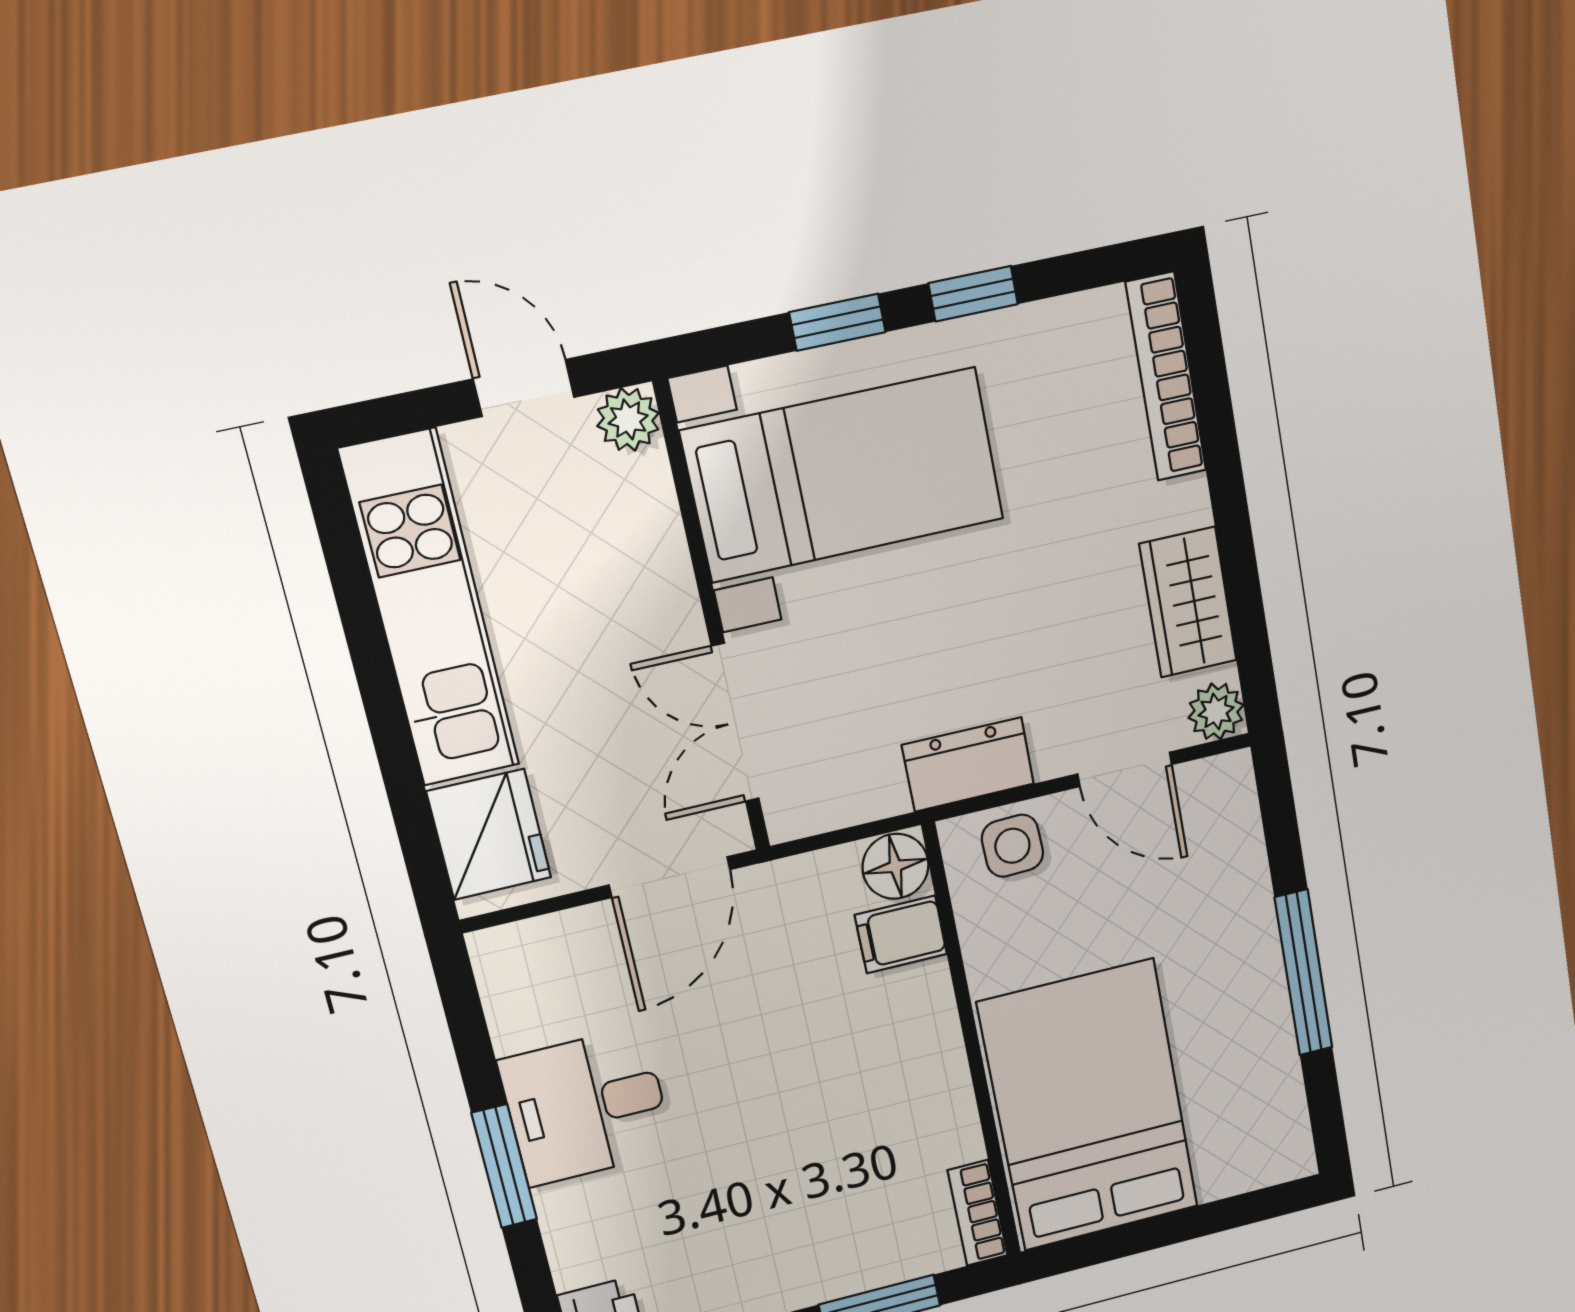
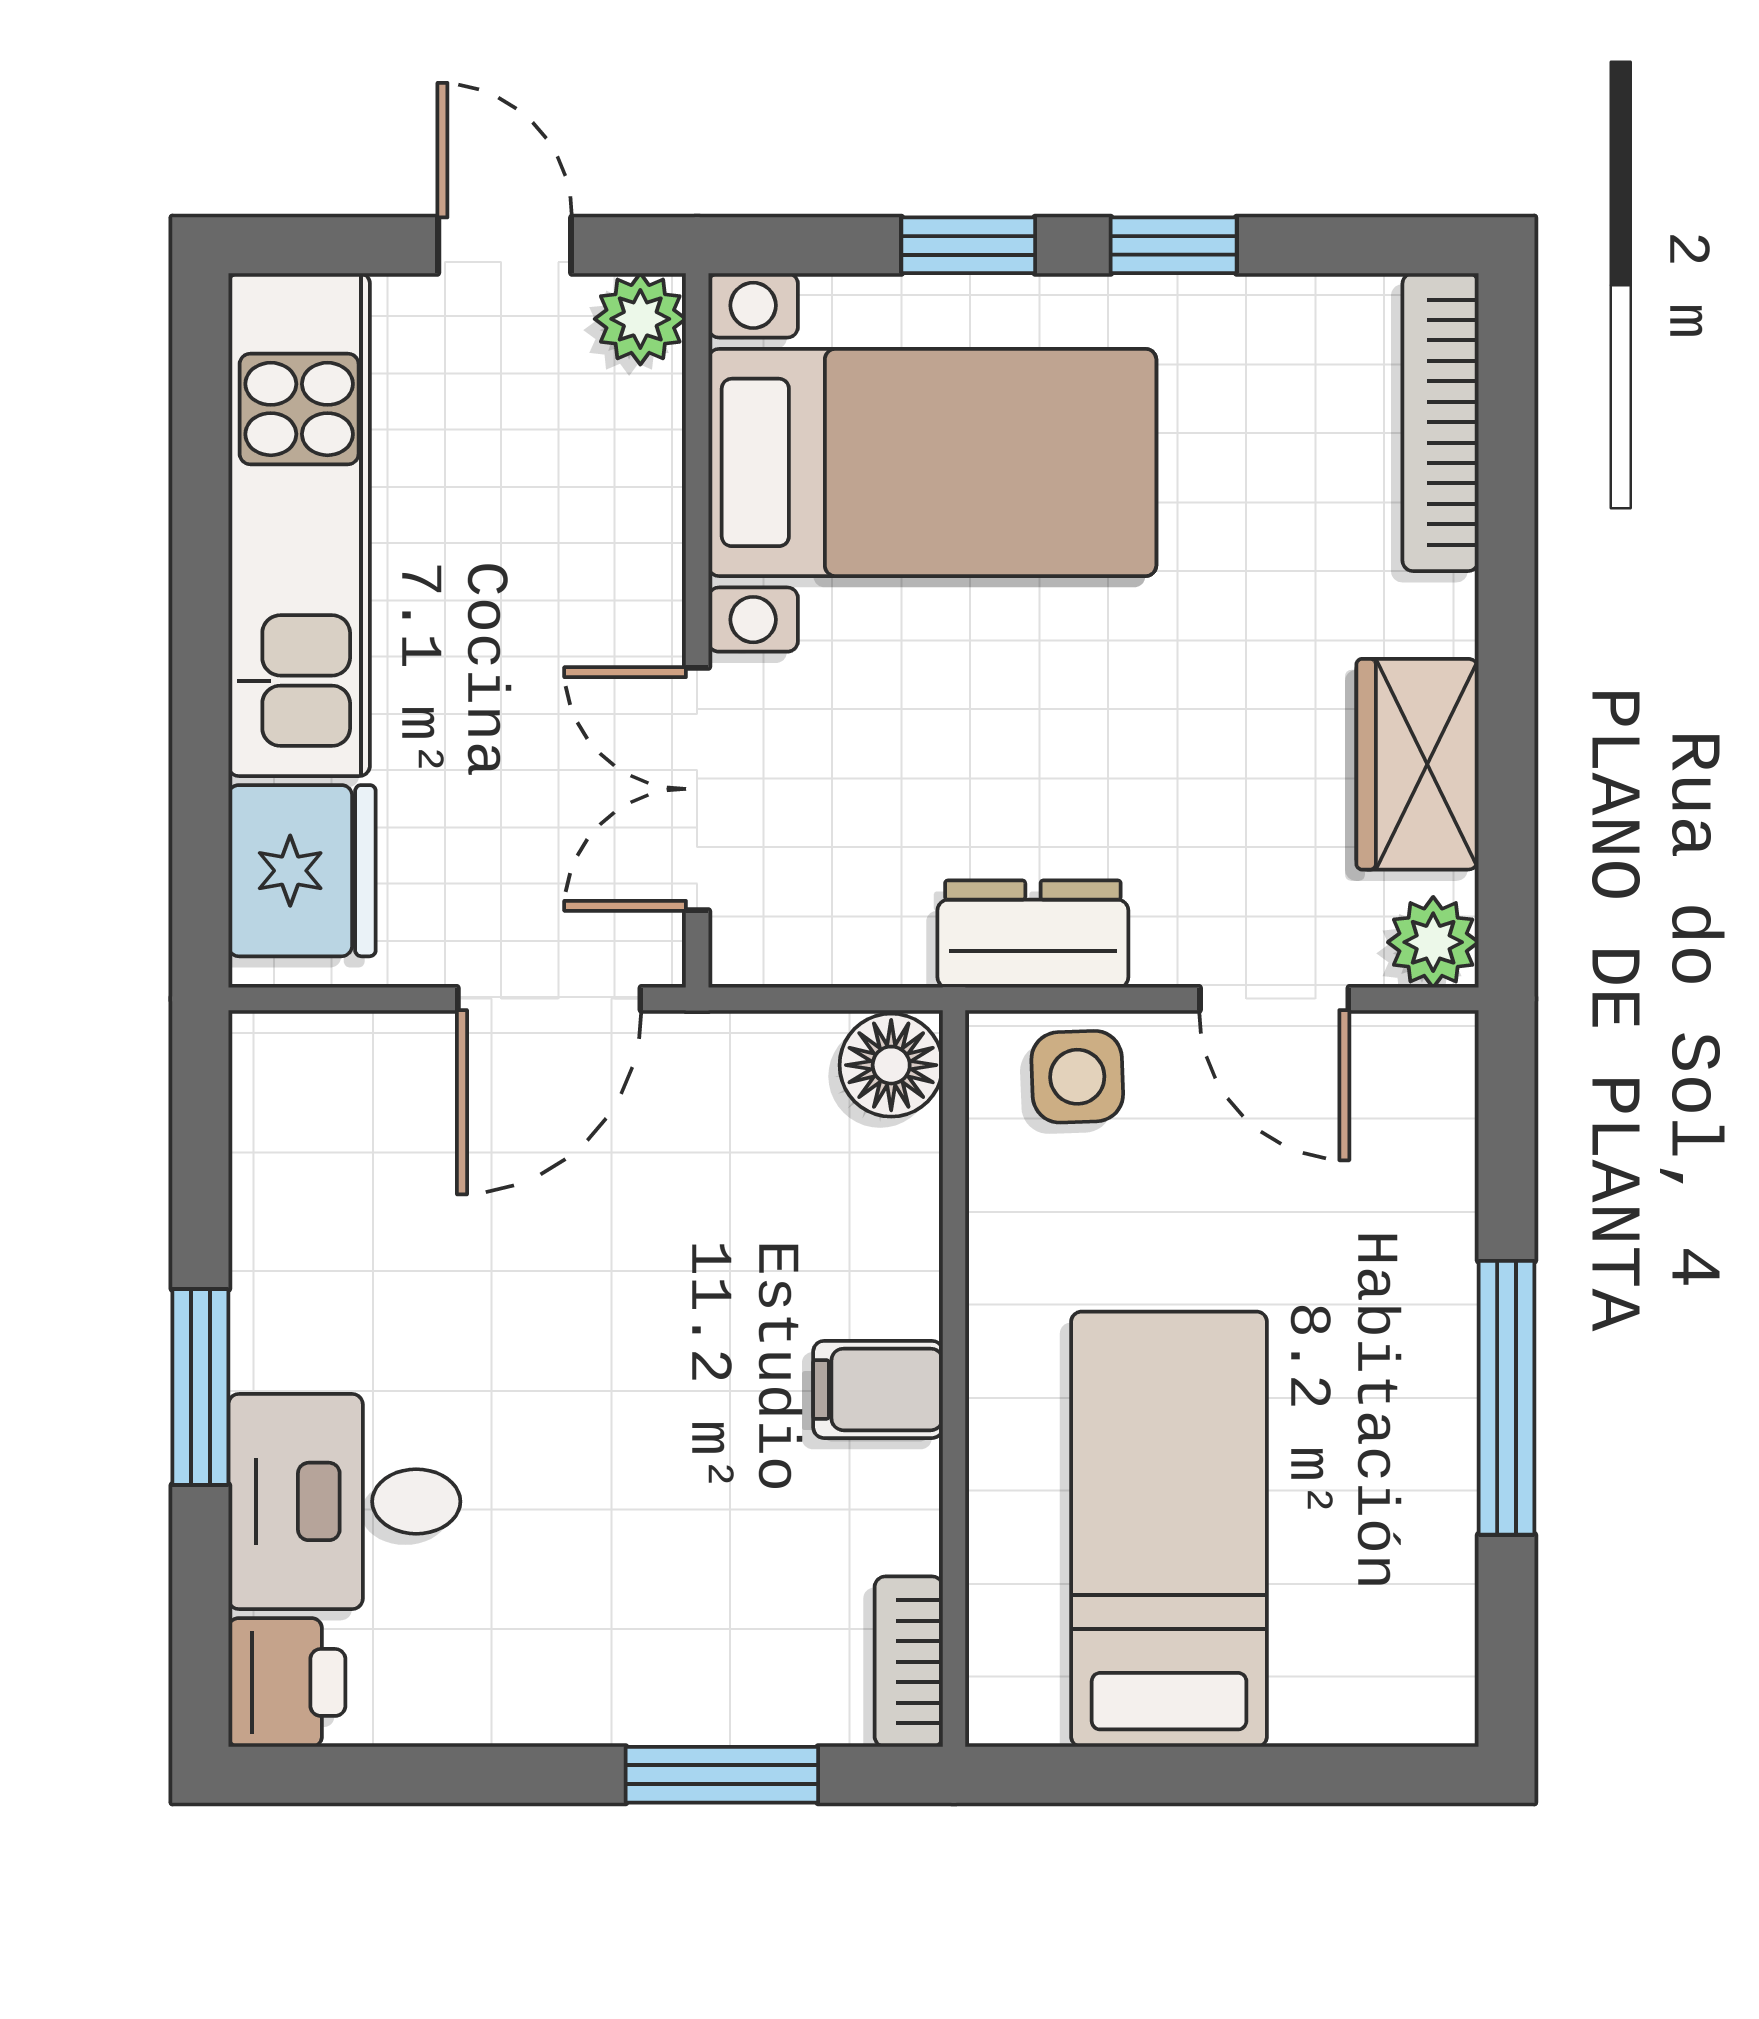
filing cabinet: (901, 934) -> (878, 1389), moved
desk: (586, 1106) -> (344, 1501), moved
bed: (1089, 1106) -> (1169, 1529), width x0.67

